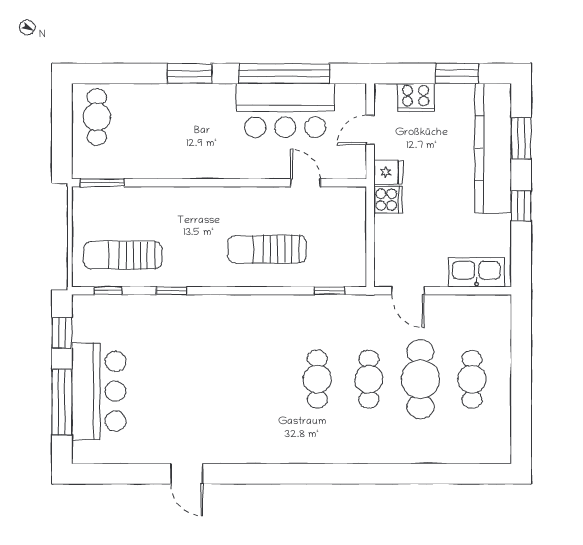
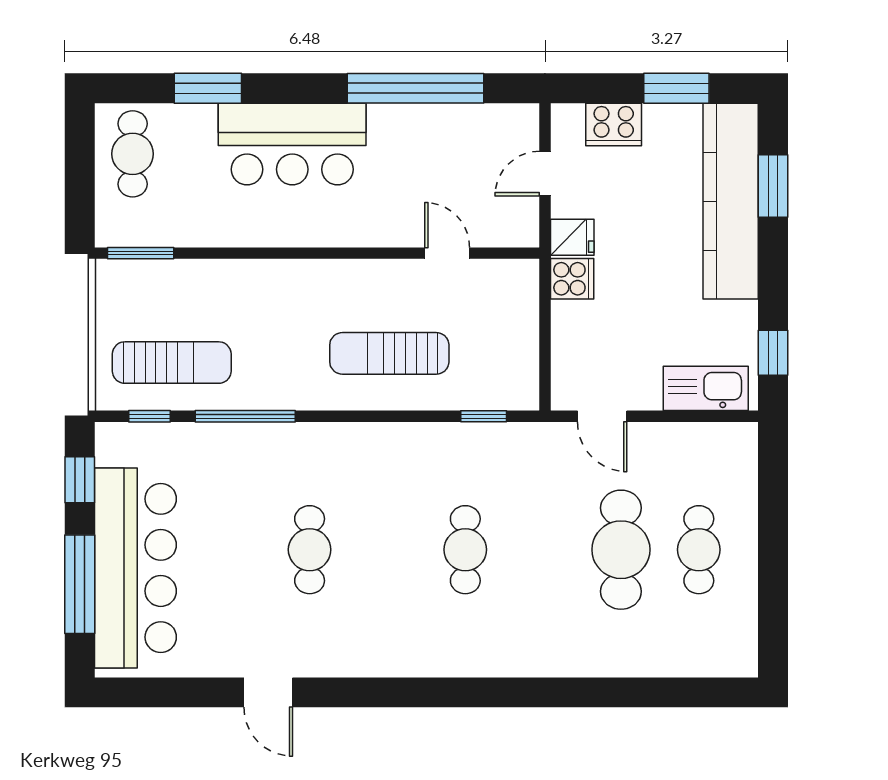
window: (190, 73) -> (208, 88), moved
bar counter: (285, 110) -> (292, 144), moved
window: (521, 206) -> (773, 353), moved
sun lounger: (123, 255) -> (172, 363), turned 180
window: (172, 291) -> (245, 416), width x2.17
cafe table: (369, 379) -> (310, 550), moved
bar counter: (99, 391) -> (135, 568), width x1.36

